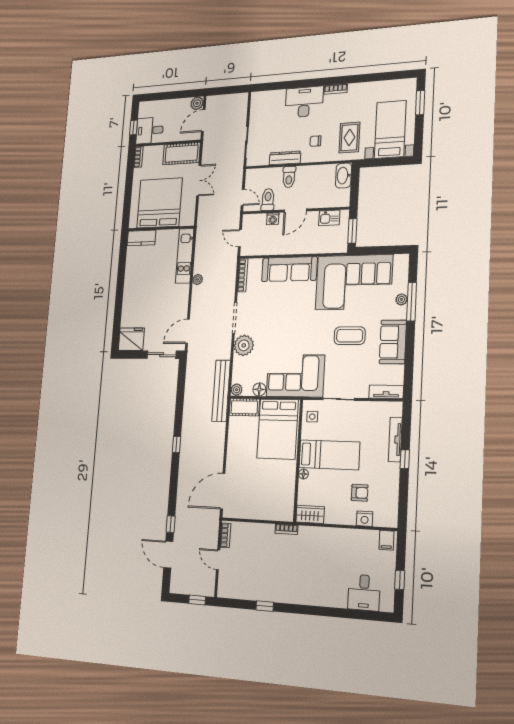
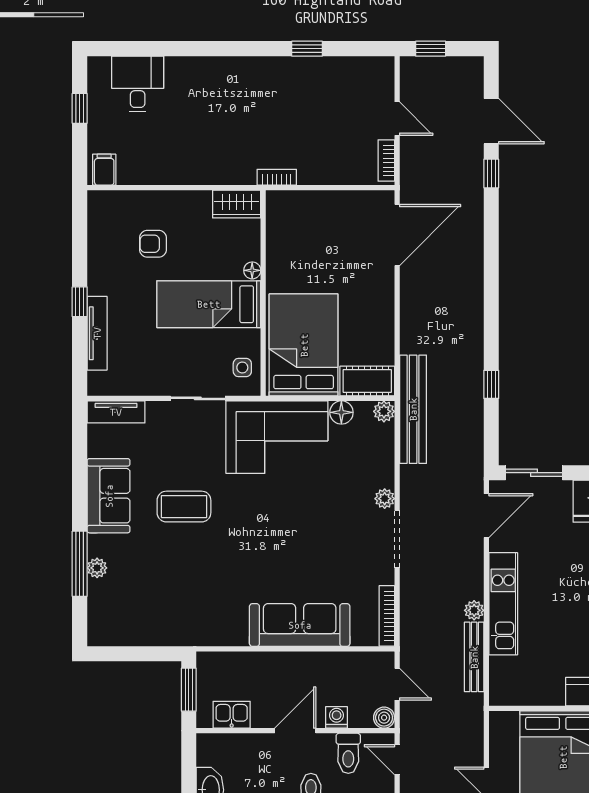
boiler: (248, 220) -> (384, 718), added
bench: (199, 254) -> (474, 657), added
kitchen unit: (185, 256) -> (503, 604), moved
corner sofa: (354, 282) -> (181, 599), removed
plant: (244, 345) -> (385, 499), width x0.53, depth x0.53
window: (177, 444) -> (491, 384), moved
nightstand: (365, 519) -> (143, 202), removed

